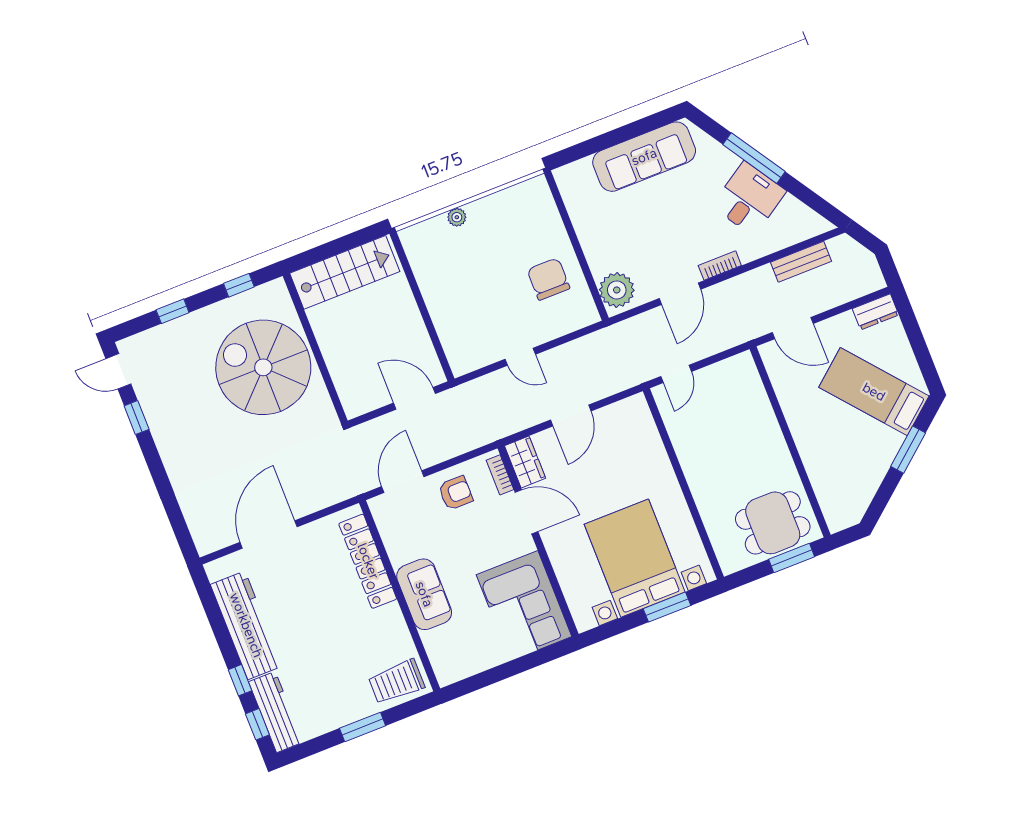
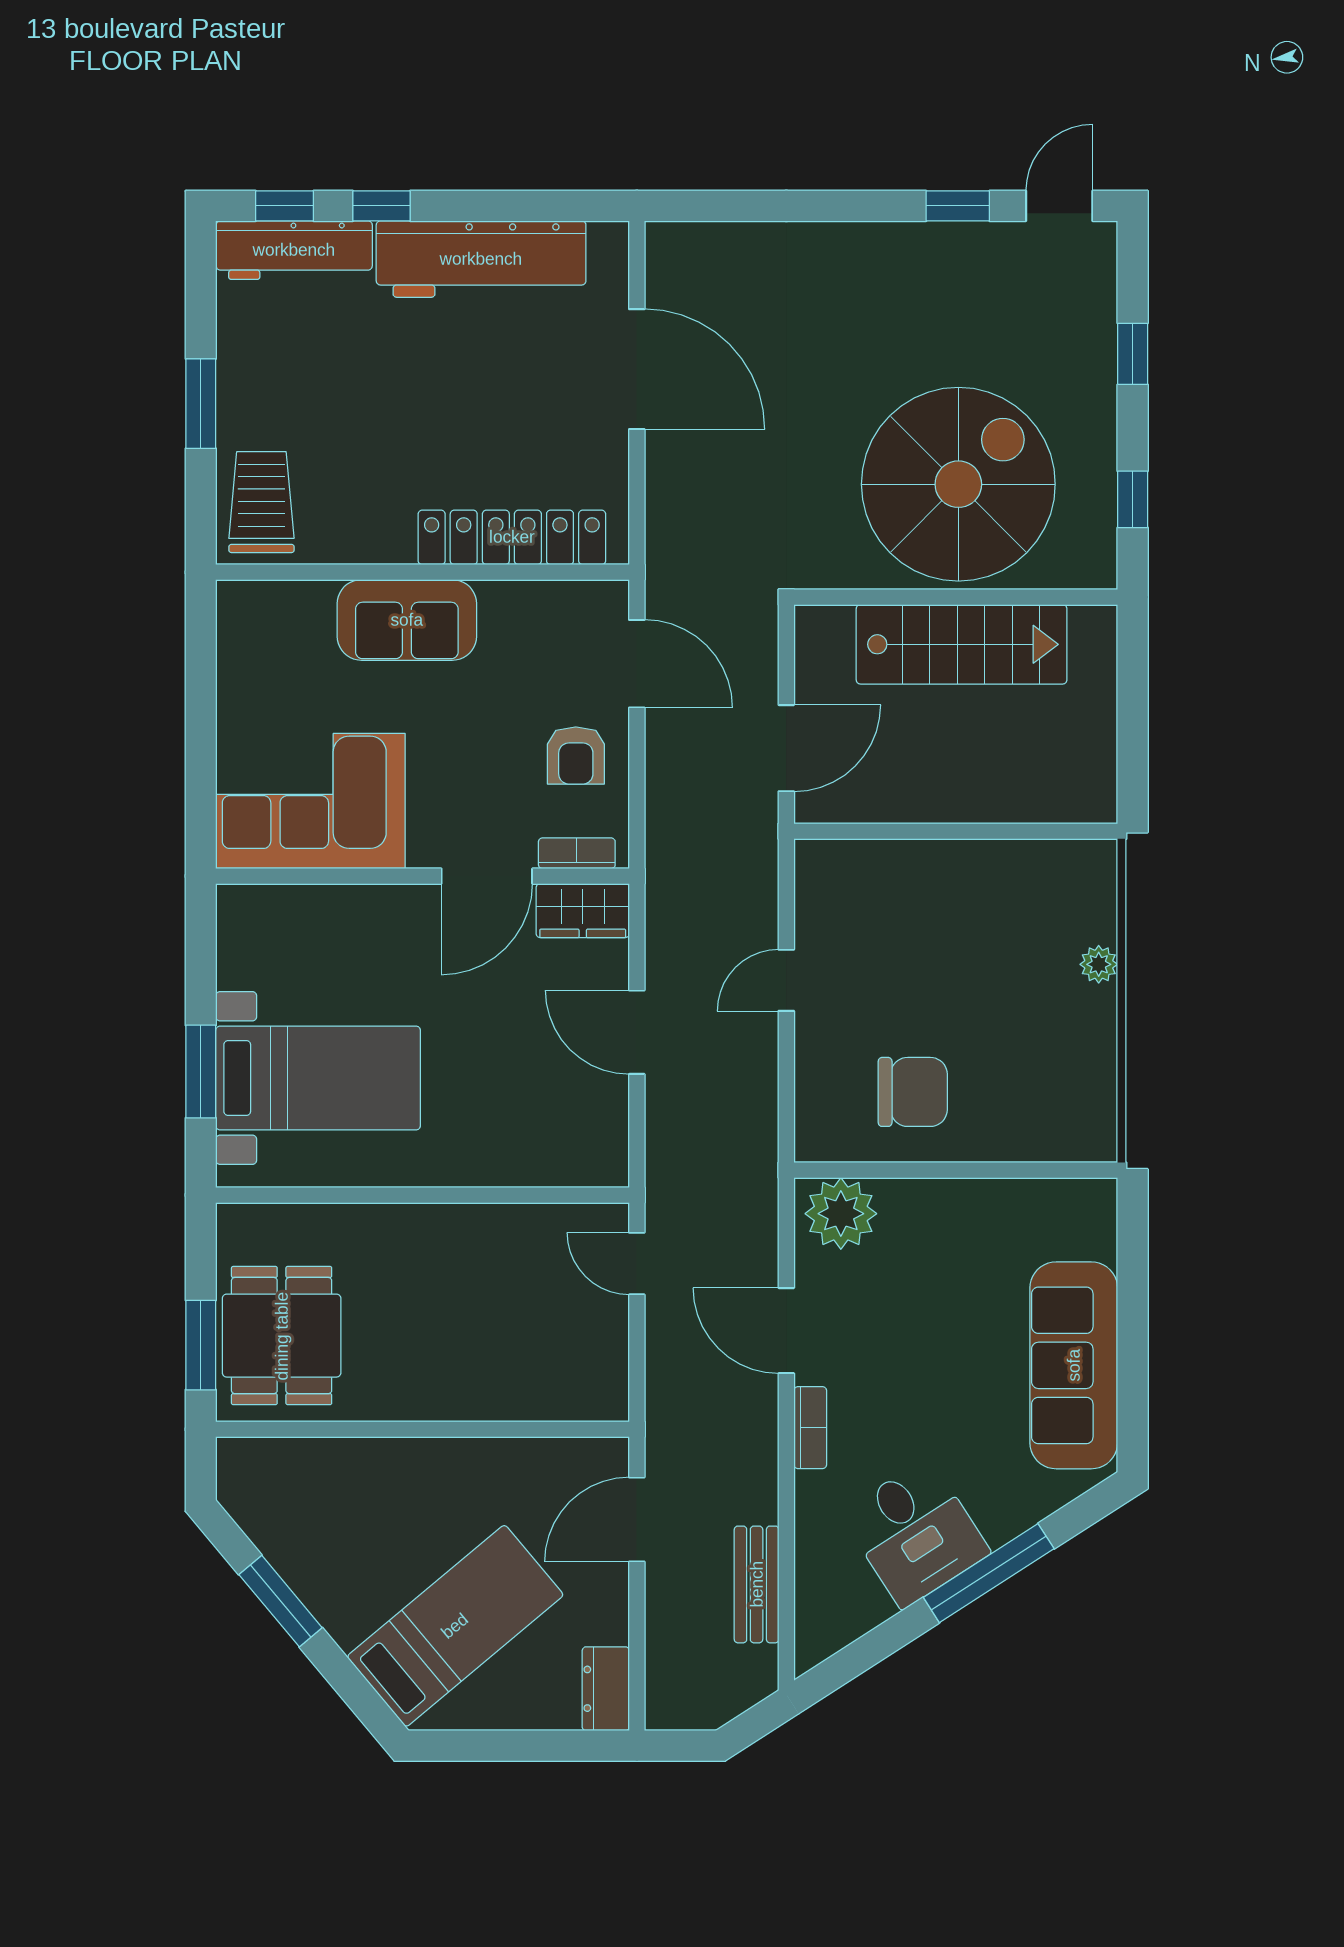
stairs: (345, 272) -> (962, 644), moved, turned -90
window: (908, 450) -> (281, 1601), moved
bed with nightstands: (635, 558) -> (318, 1078), width x0.73

